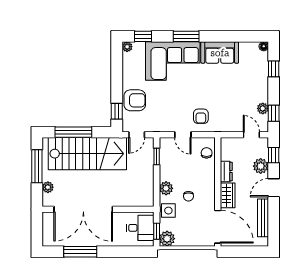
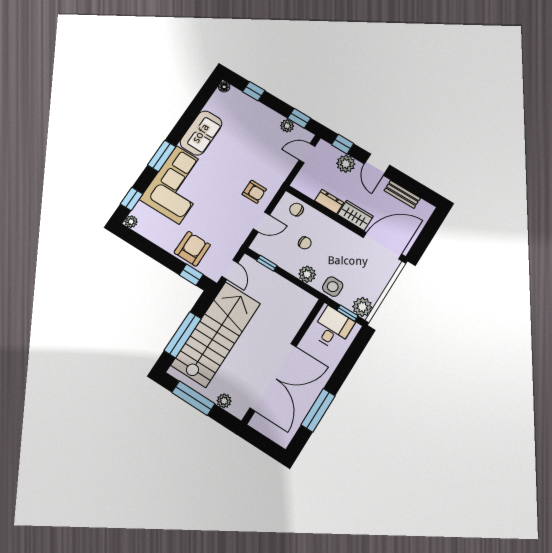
chair: (188, 196) -> (305, 243), moved
bench: (263, 218) -> (402, 194), width x0.73

